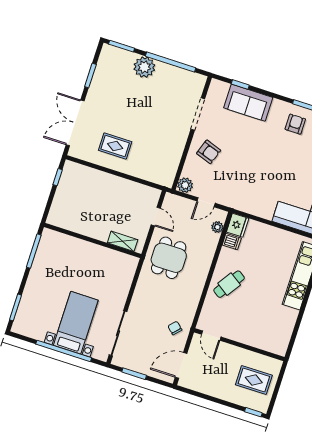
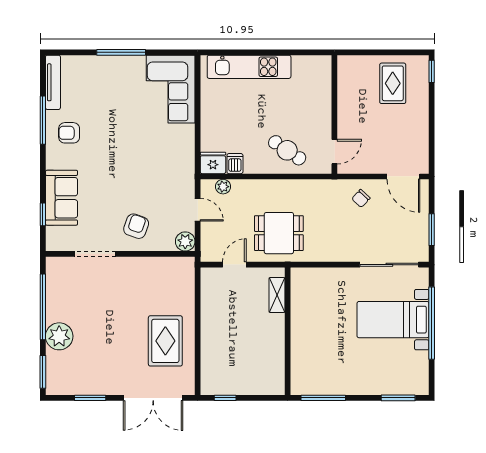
rug: (115, 146) -> (165, 341), width x1.36, depth x1.43
door: (211, 336) -> (334, 152), moved
wall: (239, 345) -> (334, 114), moved

